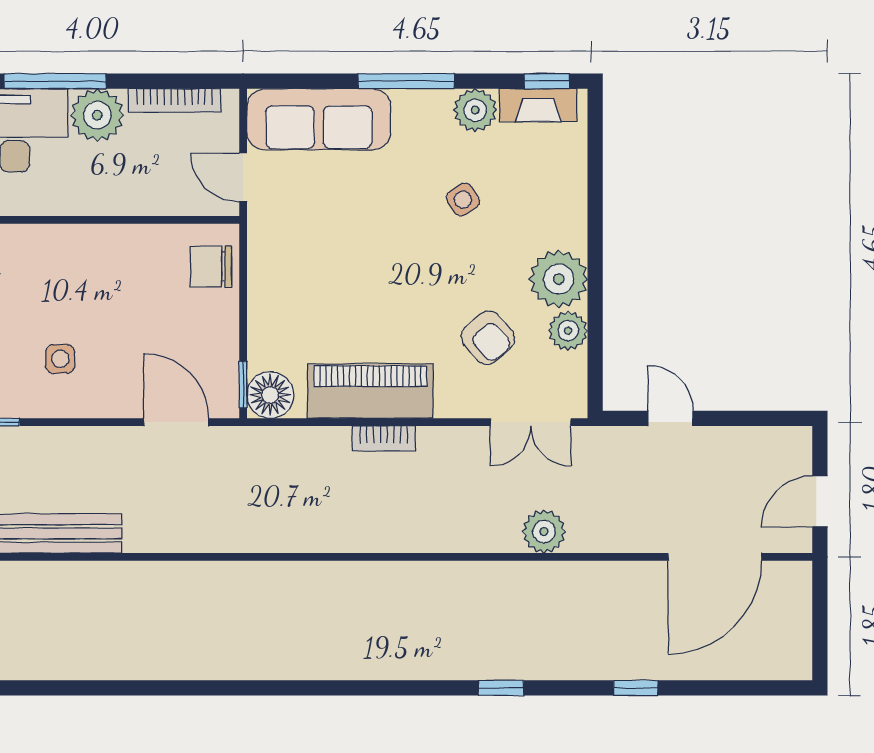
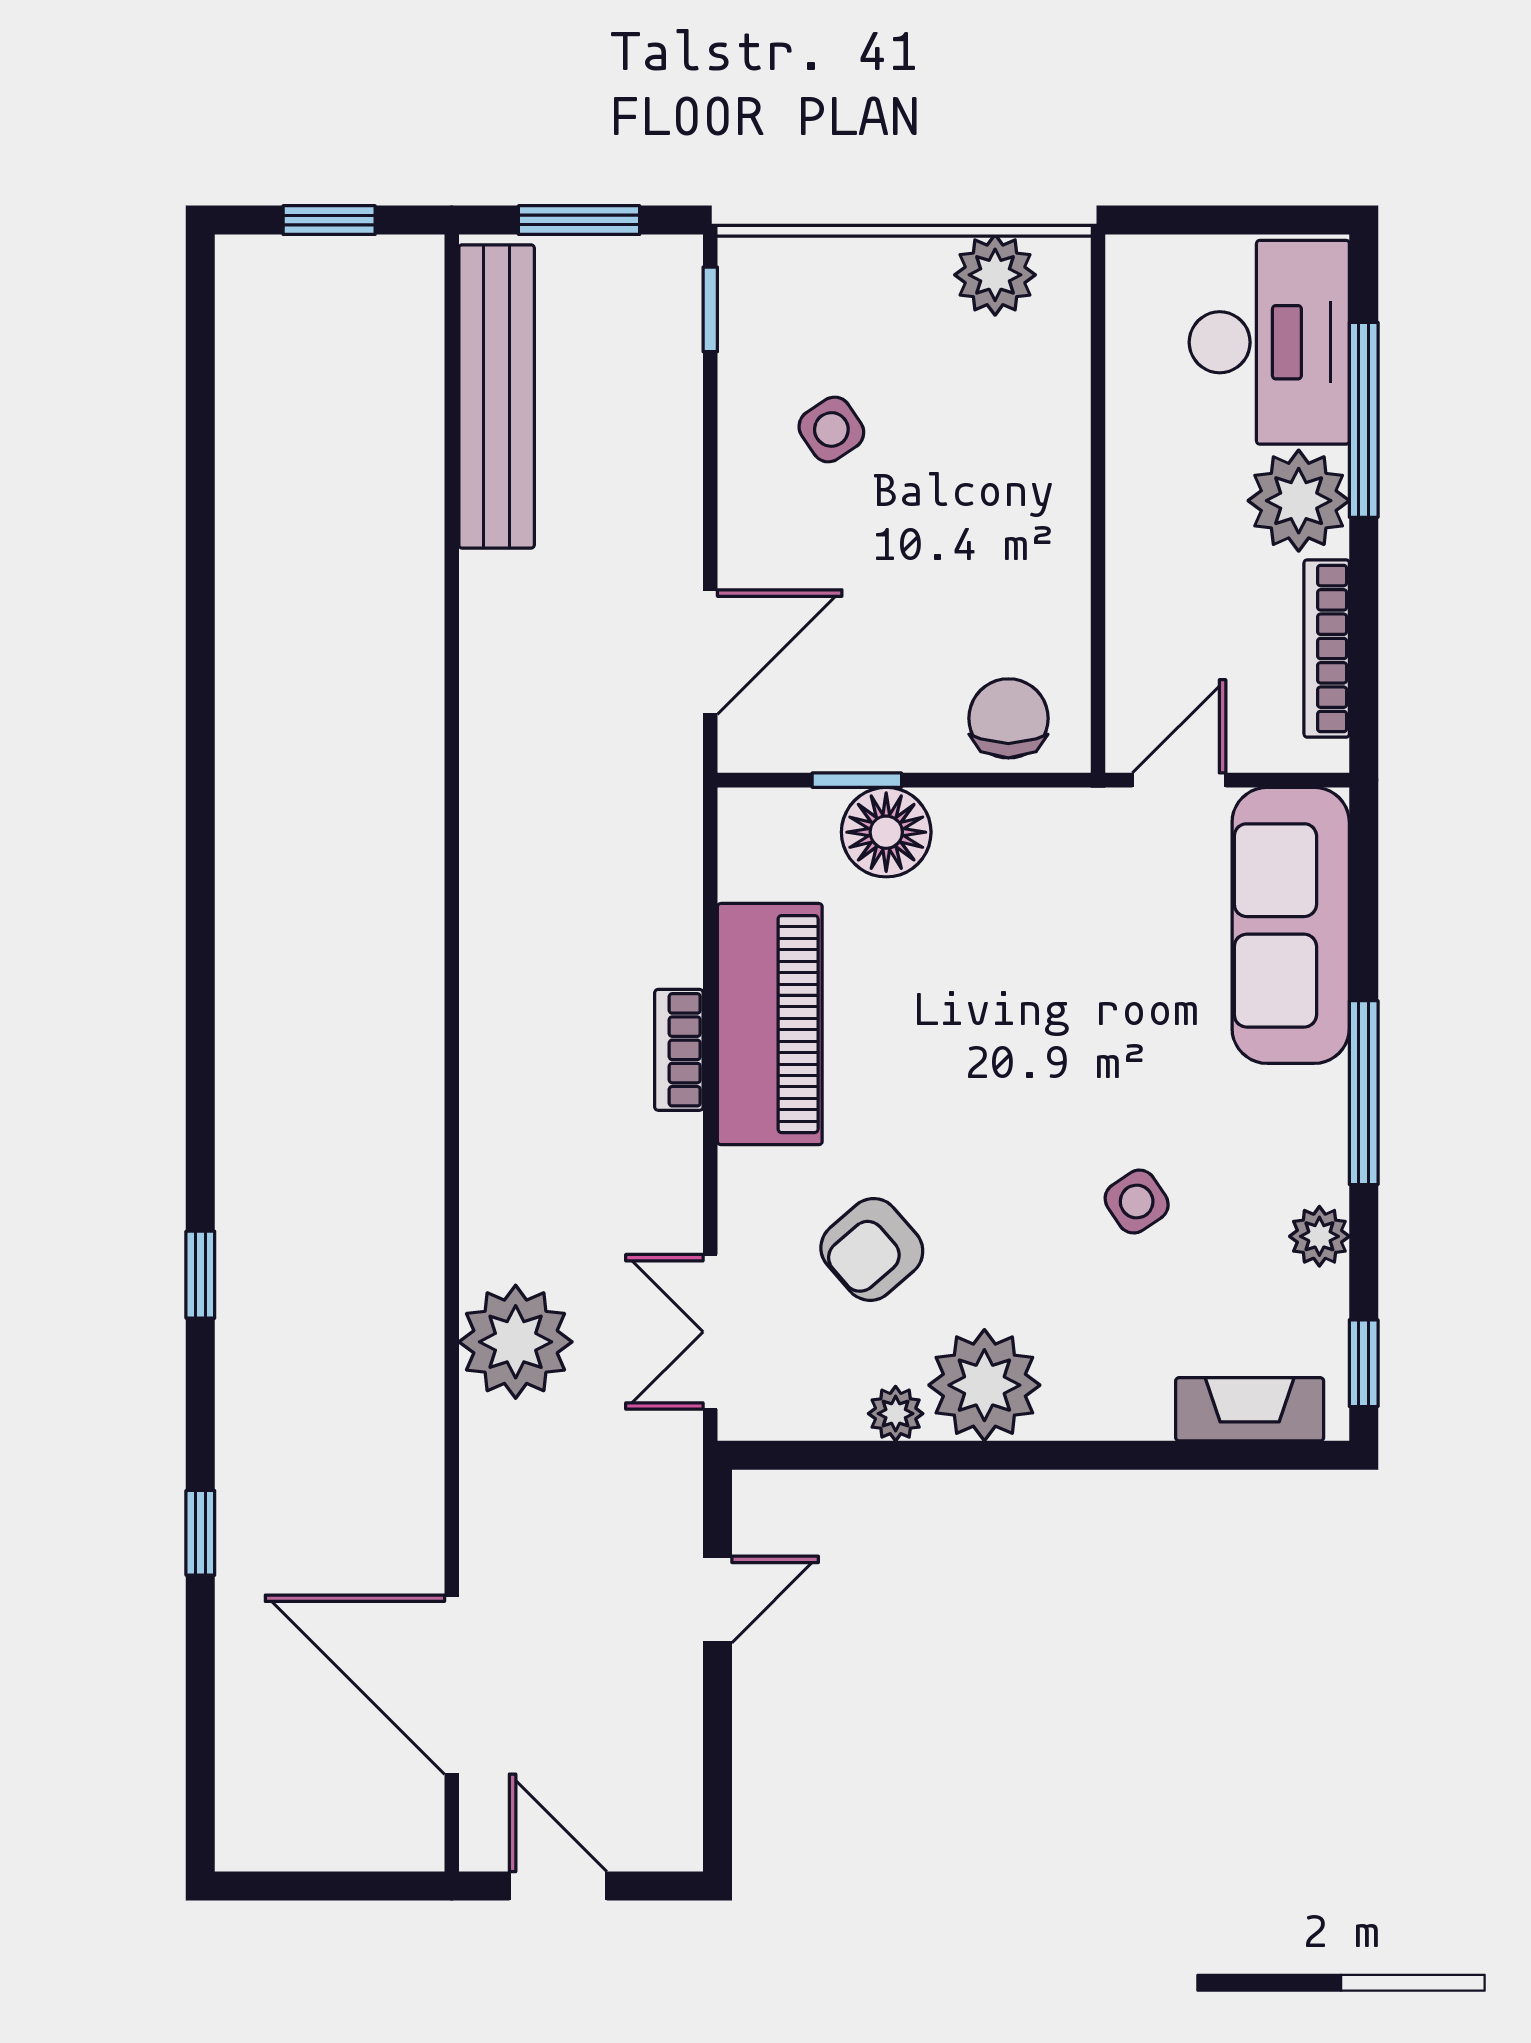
fireplace: (538, 105) -> (1250, 1409), moved, turned 90
plant: (475, 110) -> (1319, 1236), width x0.73, depth x0.73
plant: (568, 331) -> (896, 1414), width x0.73, depth x0.73
side table: (60, 359) -> (831, 429), turned -34
window: (243, 385) -> (857, 780), moved
floor lamp: (270, 395) -> (886, 832), moved
plant: (544, 531) -> (516, 1342), width x1.36, depth x1.36

